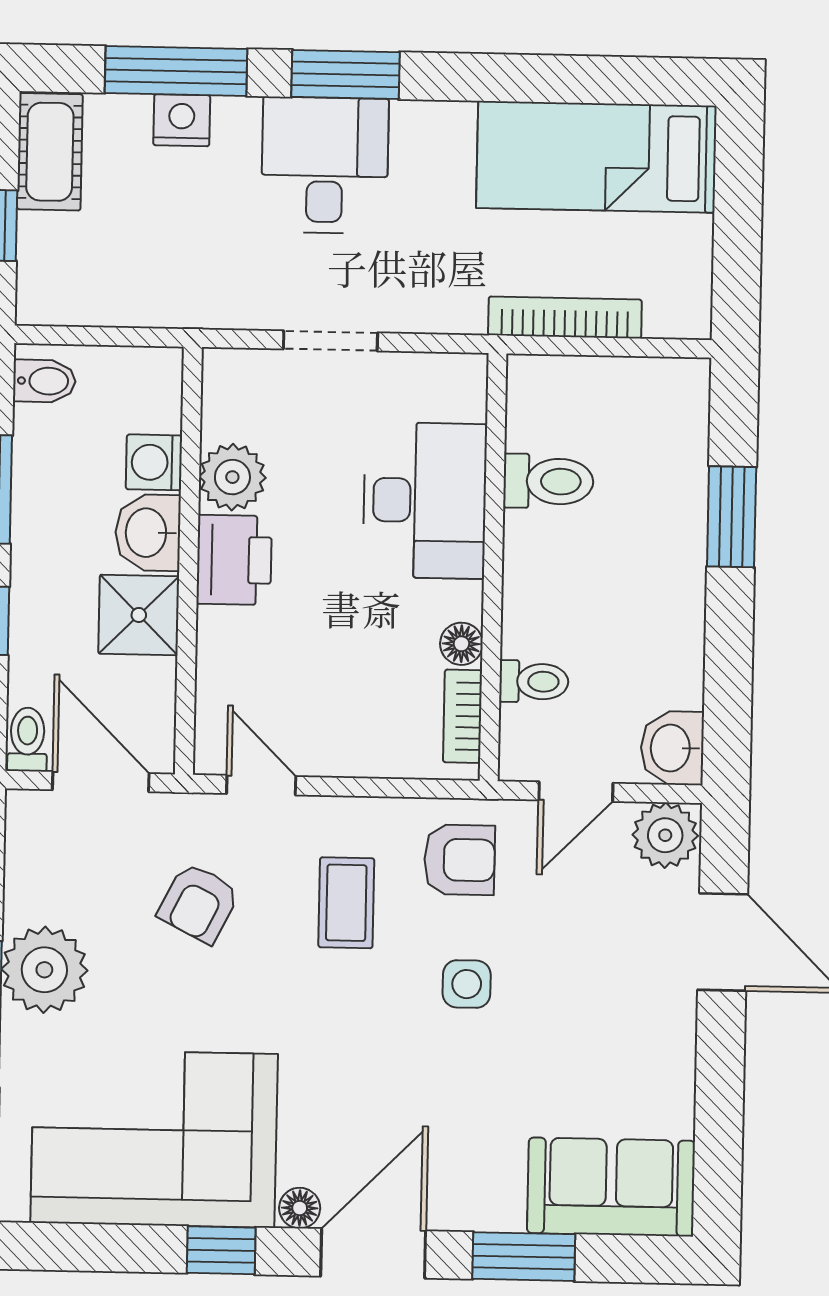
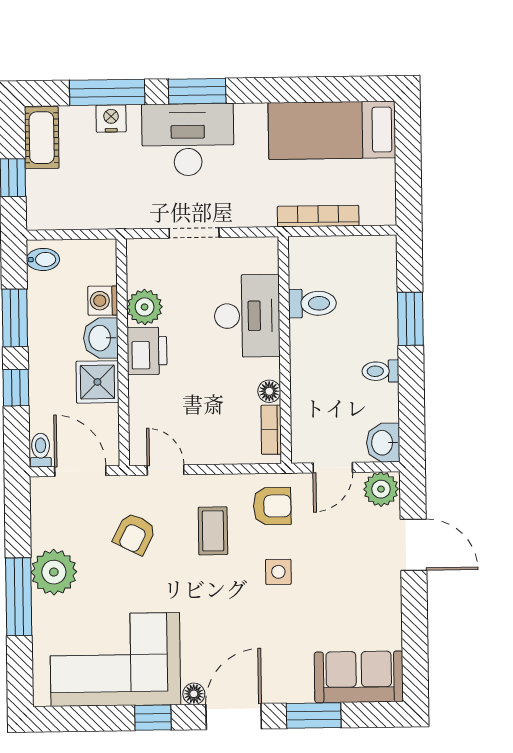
desk: (325, 165) -> (188, 140), width x1.37
toilet: (534, 681) -> (380, 371), moved, turned 180

